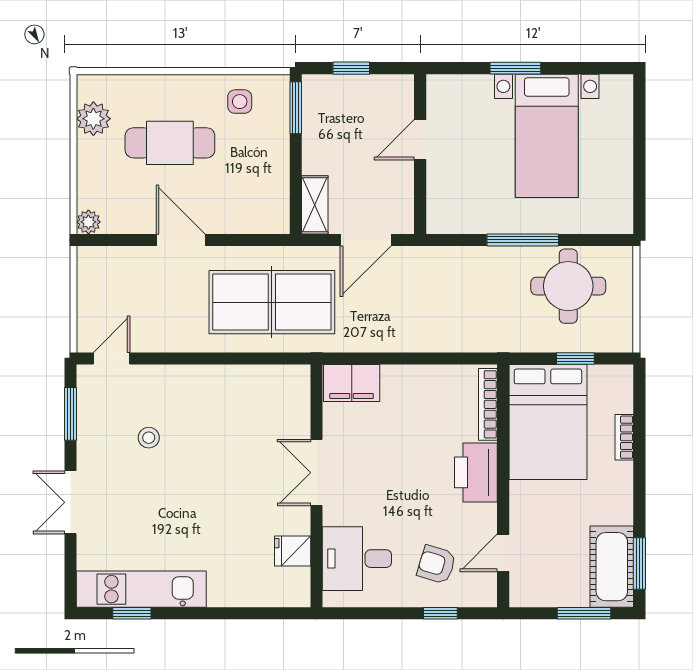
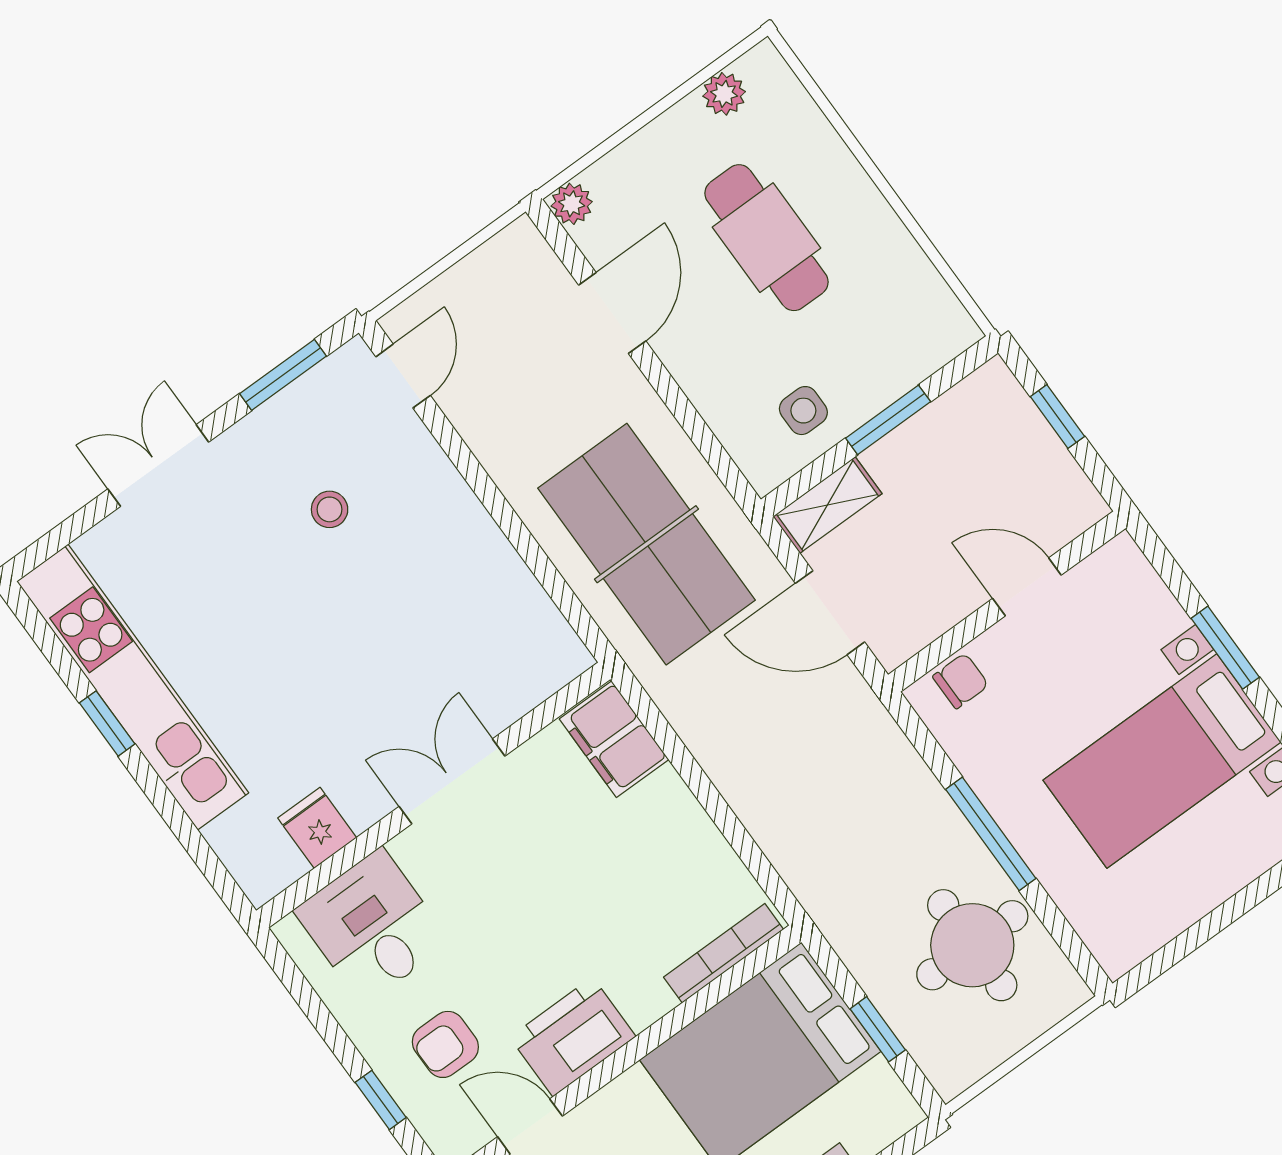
side table: (240, 102) -> (803, 411), moved
window: (296, 108) -> (888, 420), moved
plant: (93, 119) -> (724, 94), width x0.73, depth x0.73
chair: (441, 202) -> (961, 681), added
door: (181, 240) -> (612, 313), moved
door: (112, 358) -> (403, 376), hinge flipped
printer: (476, 472) -> (573, 1037), moved
armchair: (436, 564) -> (445, 1044), turned -107
kitchen unit: (141, 589) -> (133, 687), width x1.36
window: (132, 613) -> (107, 723), moved

